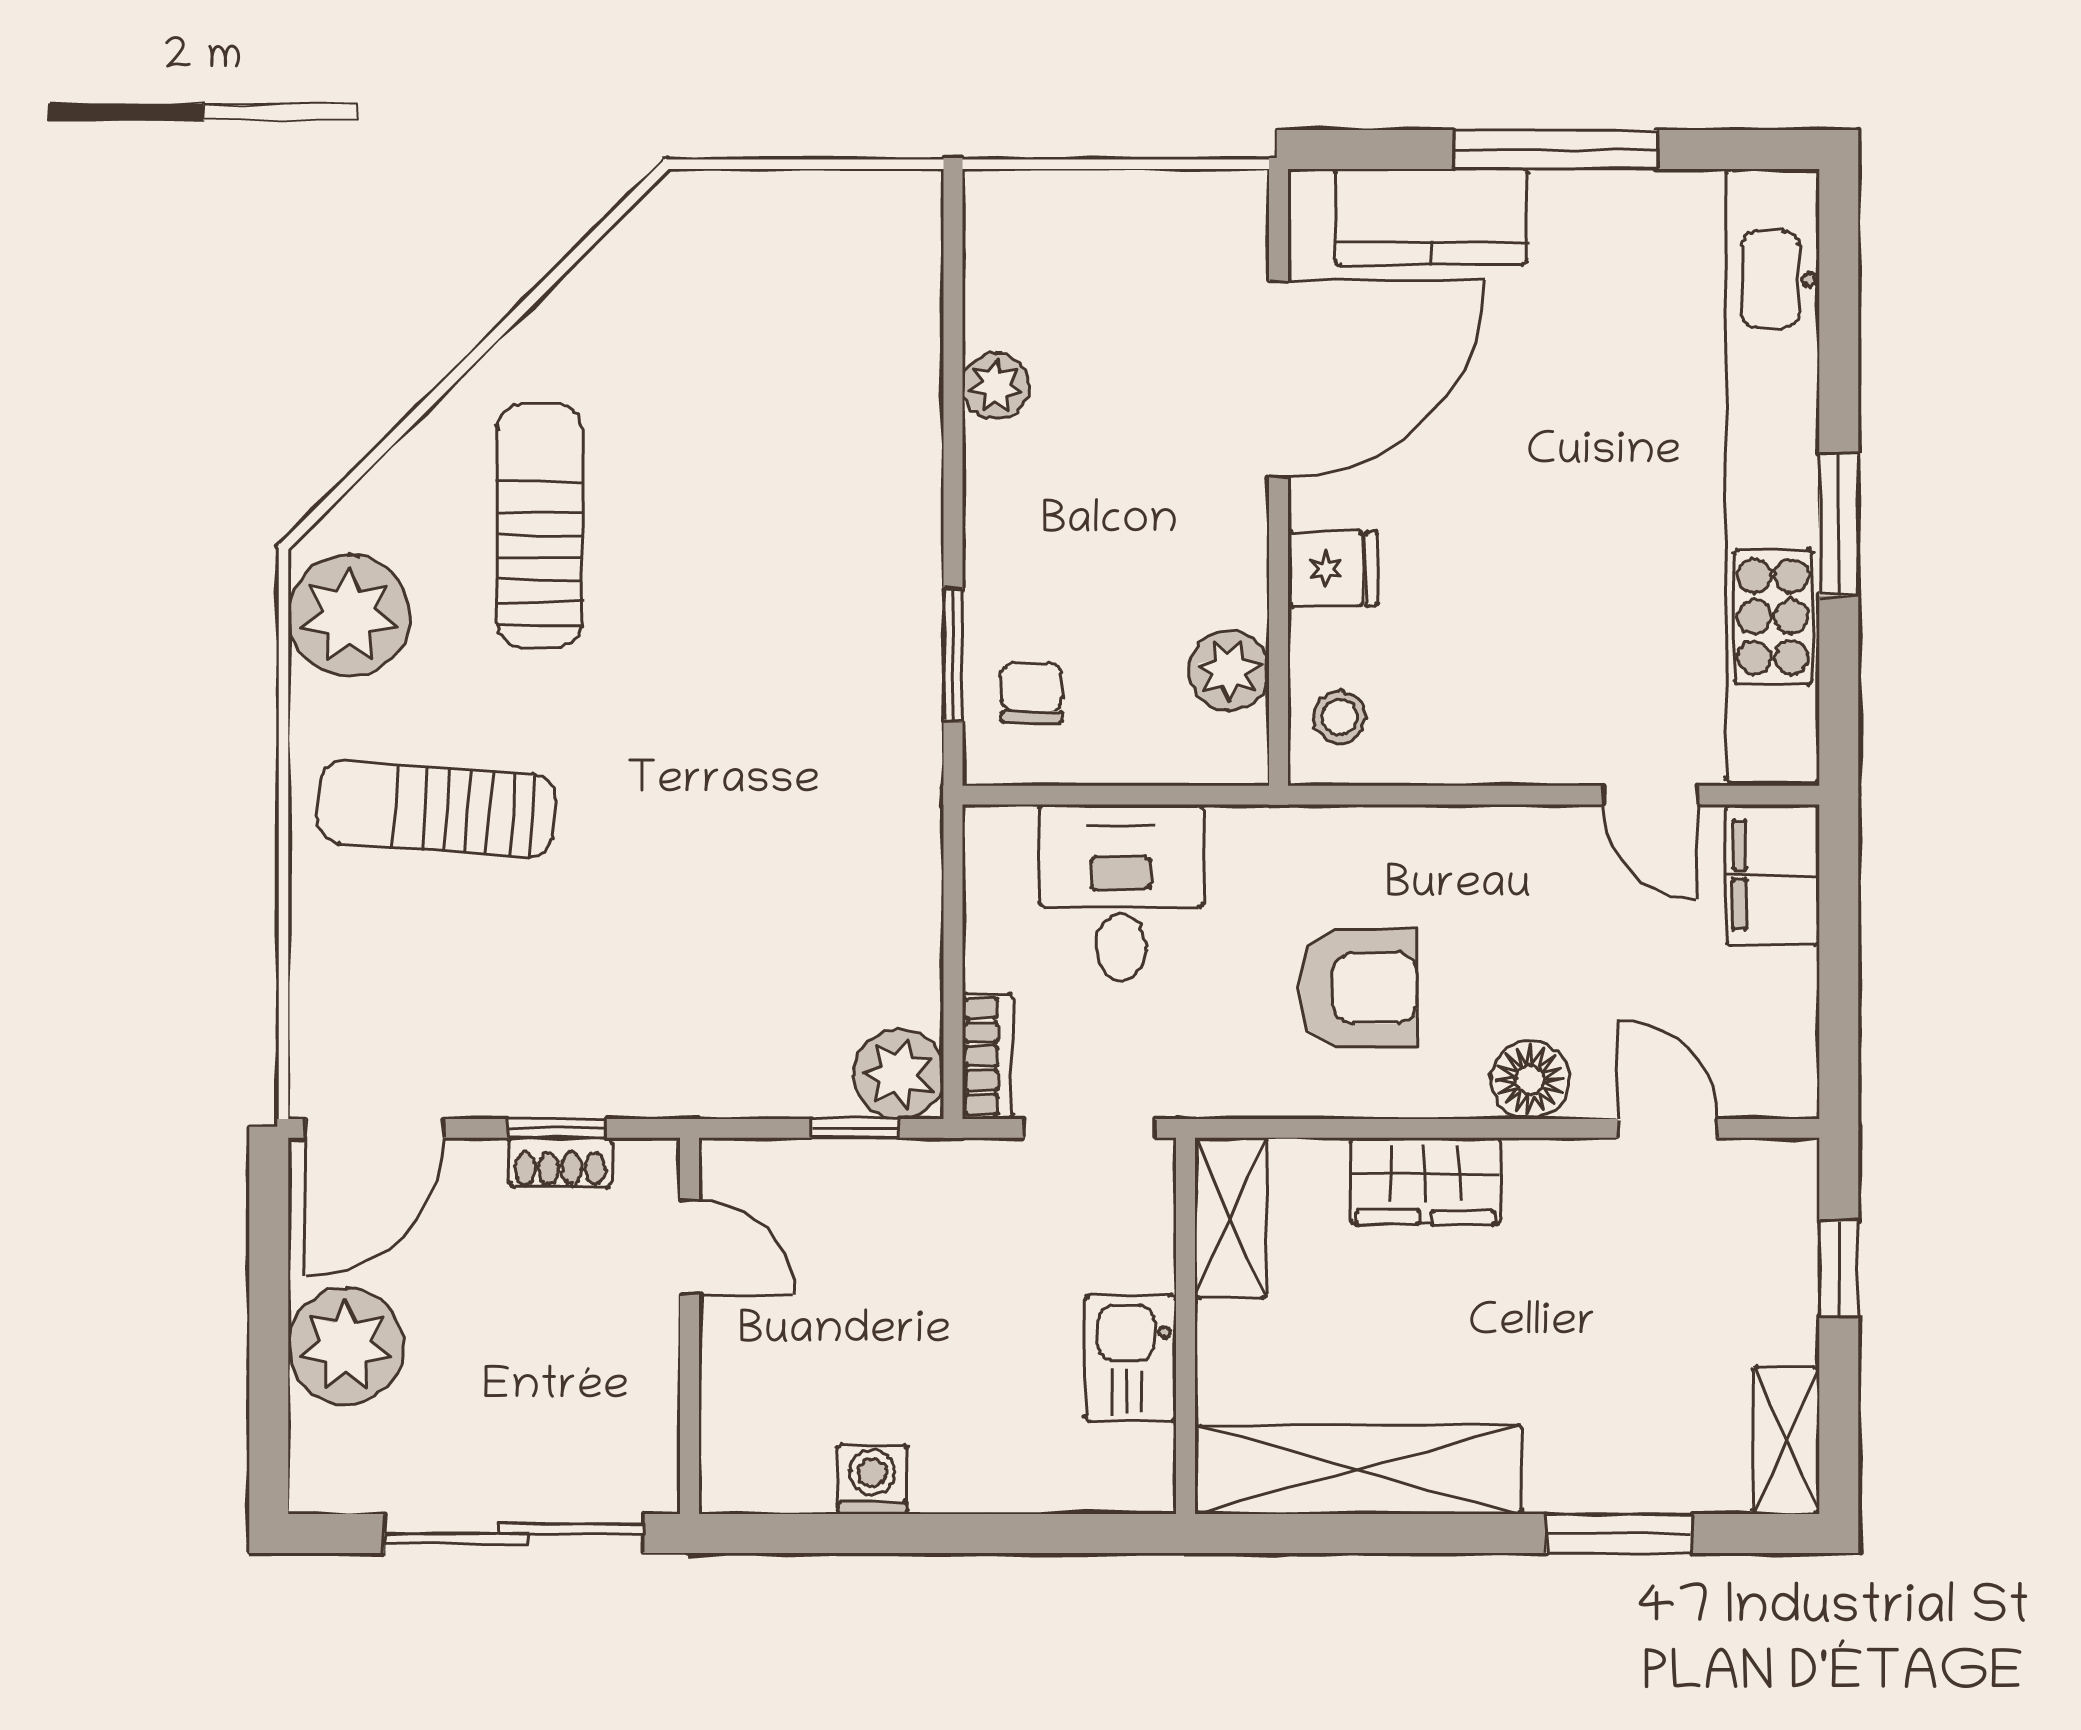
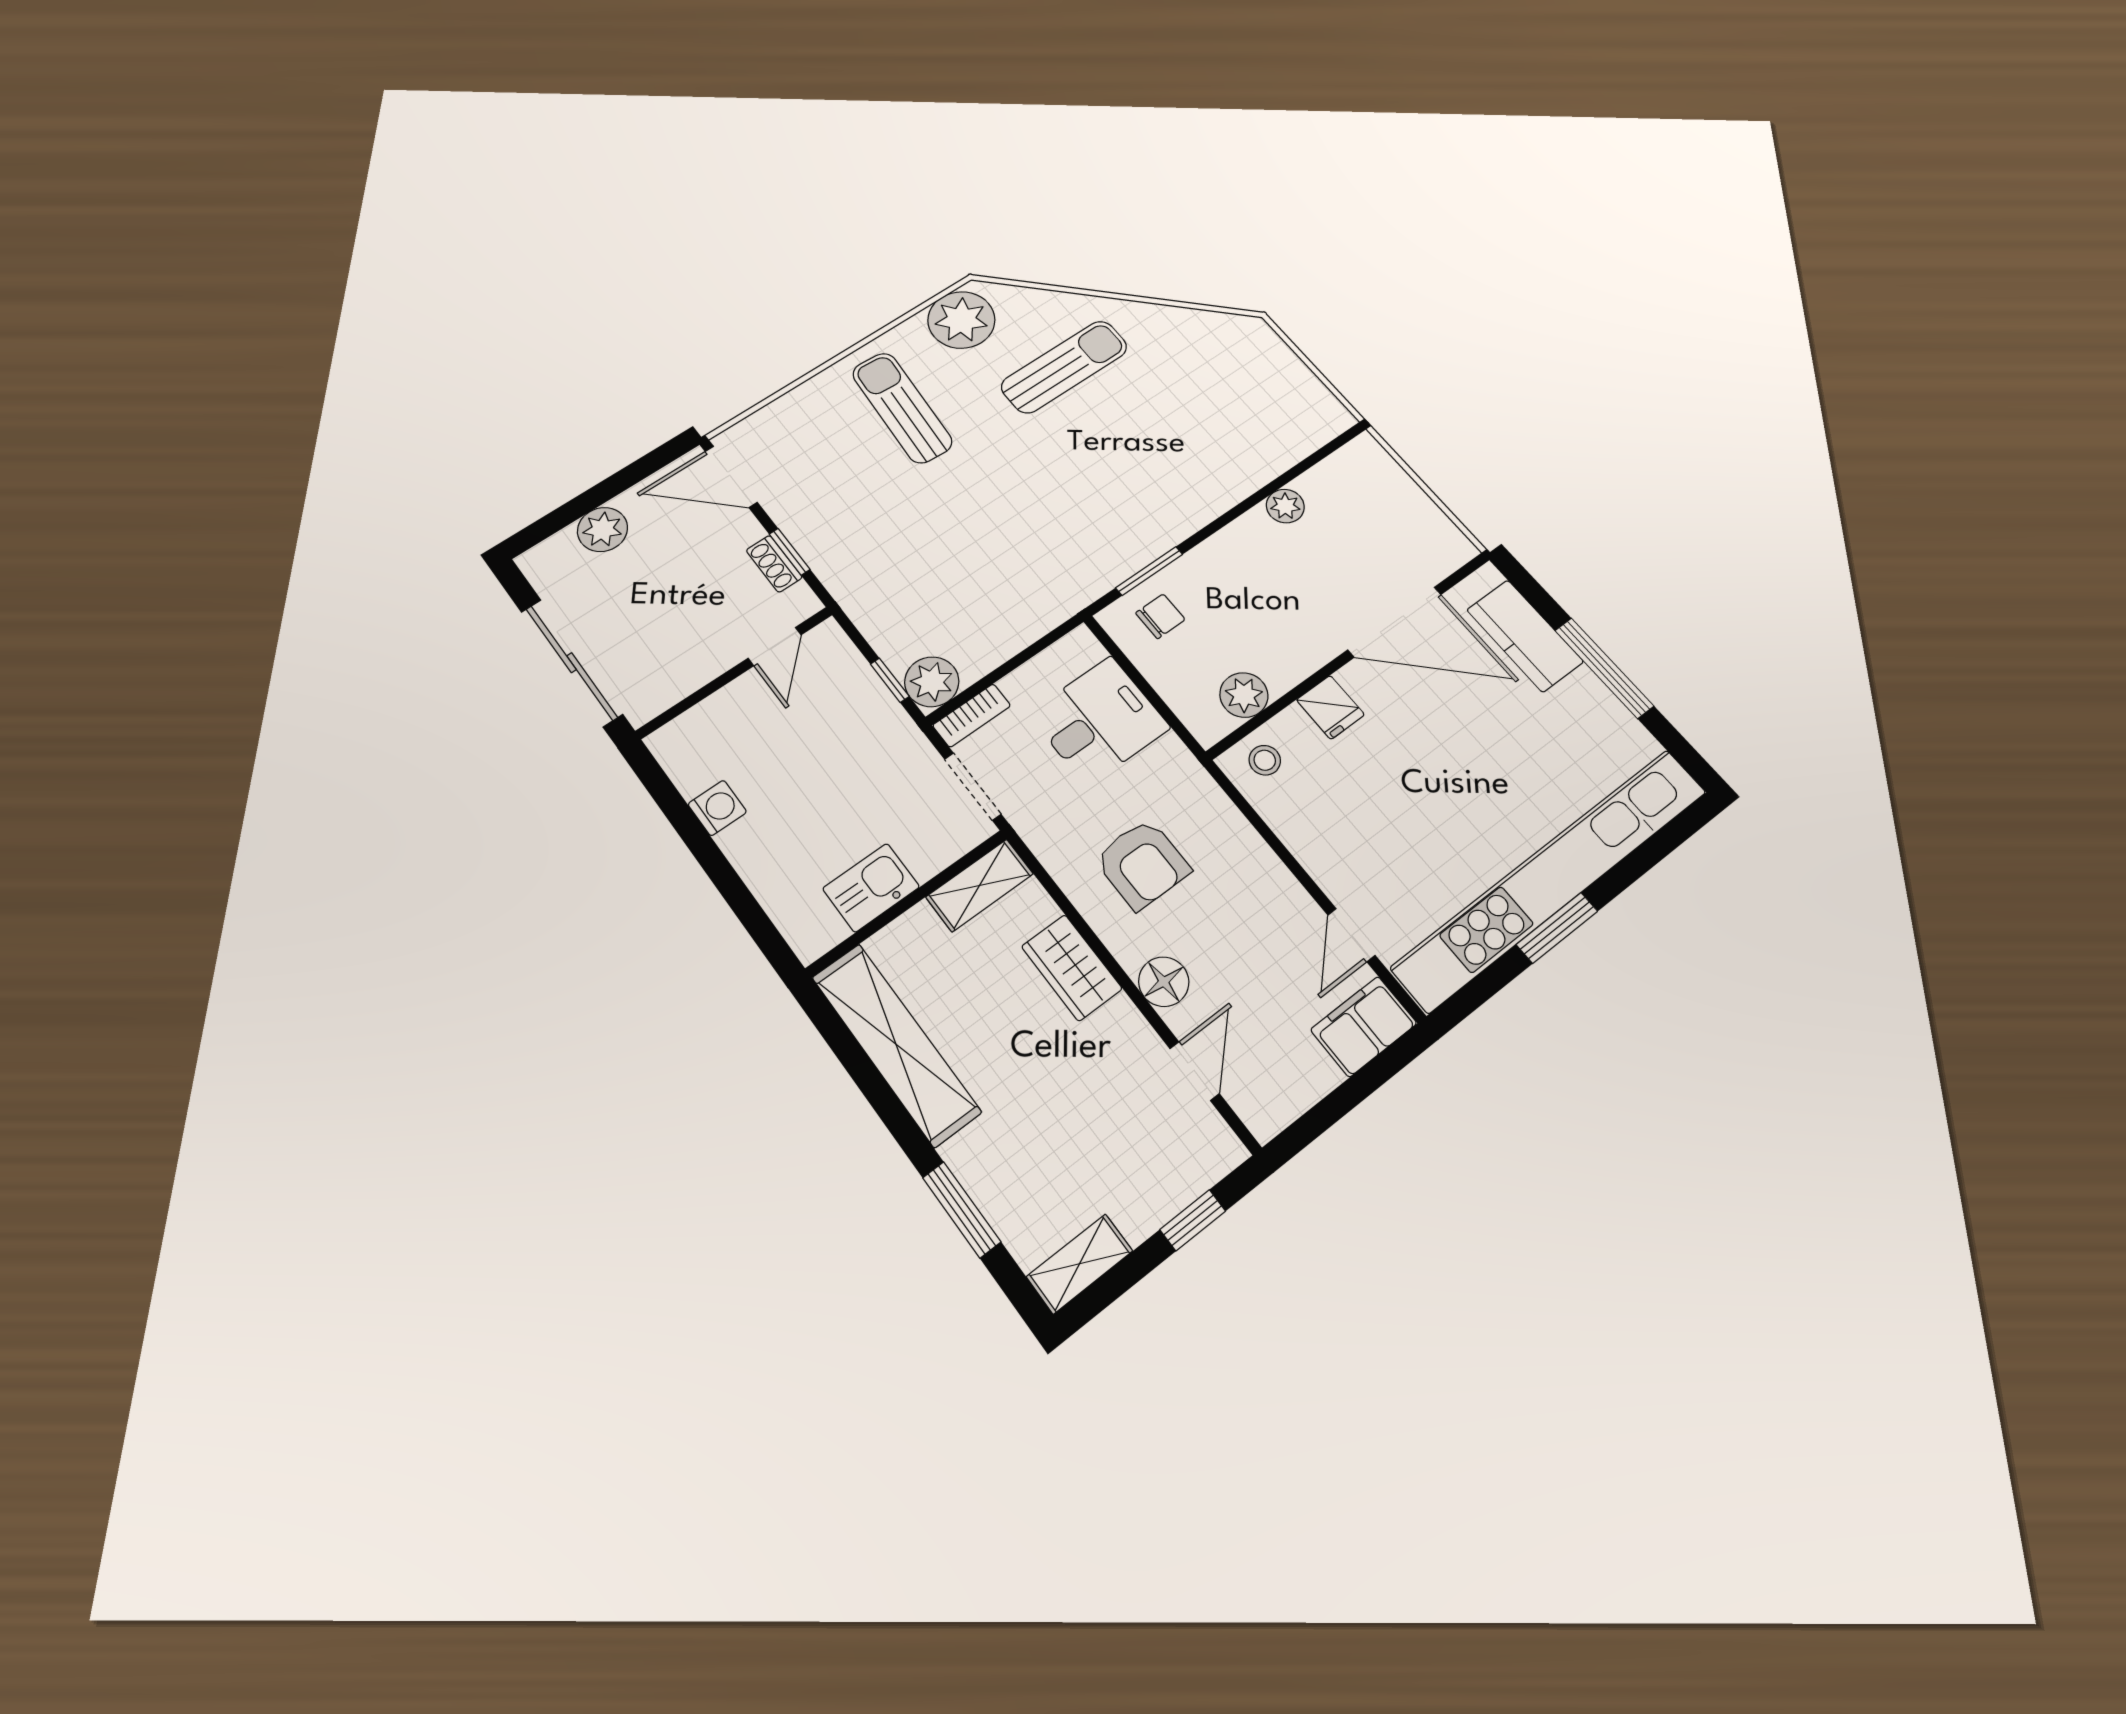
plant: (346, 1346) -> (602, 529), width x0.73, depth x0.73

